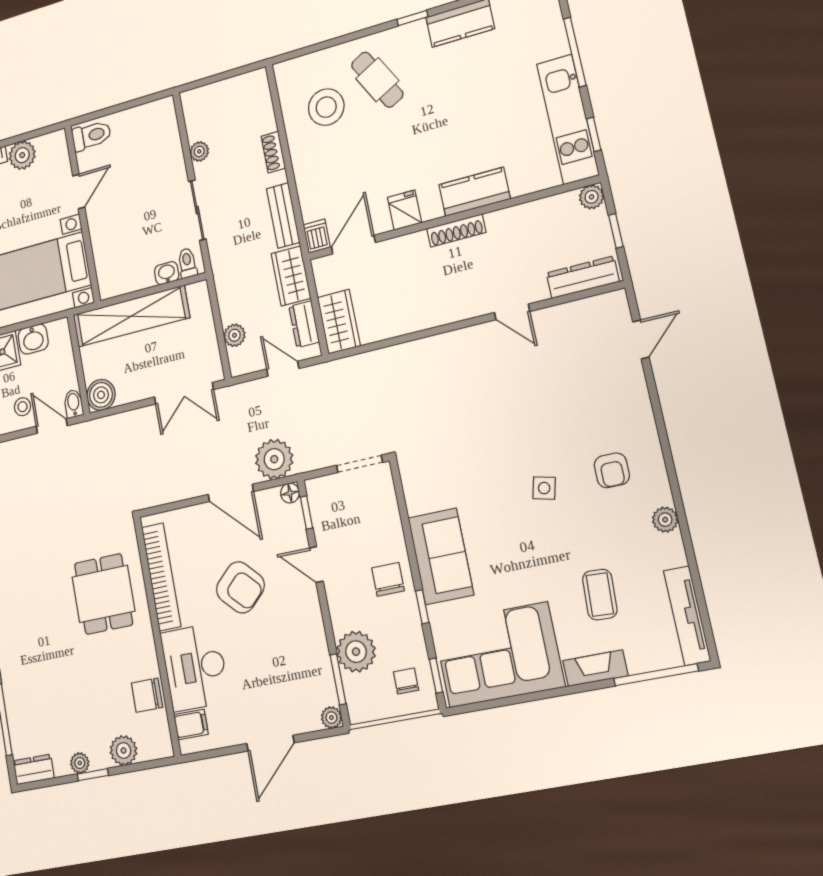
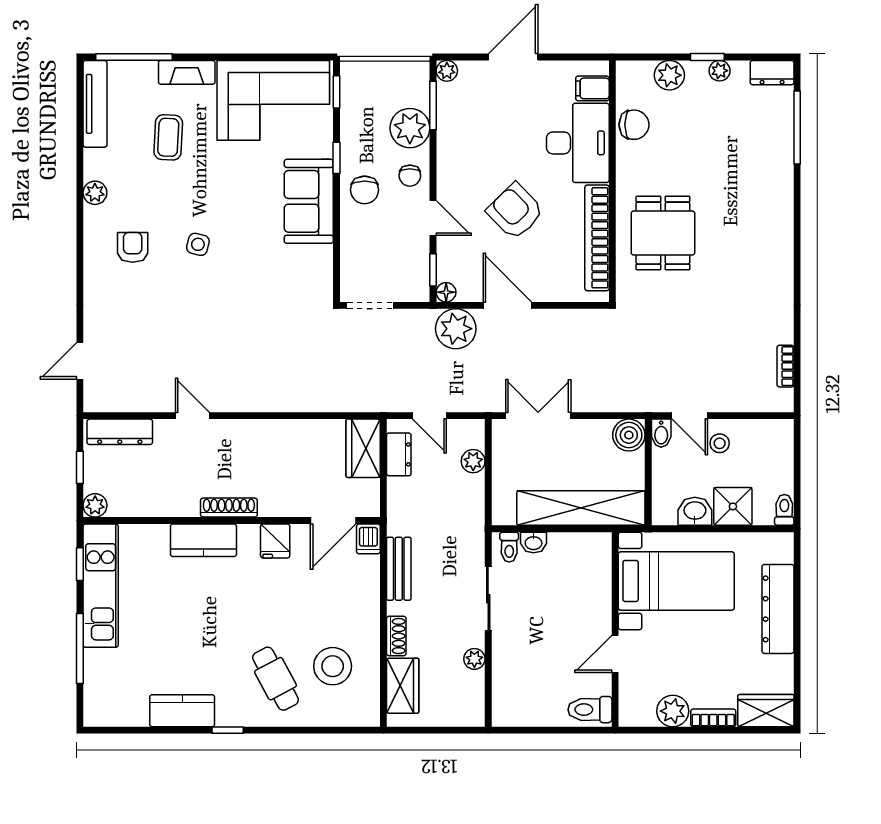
wardrobe: (291, 276) -> (403, 686), moved
chair: (406, 681) -> (410, 176), moved

